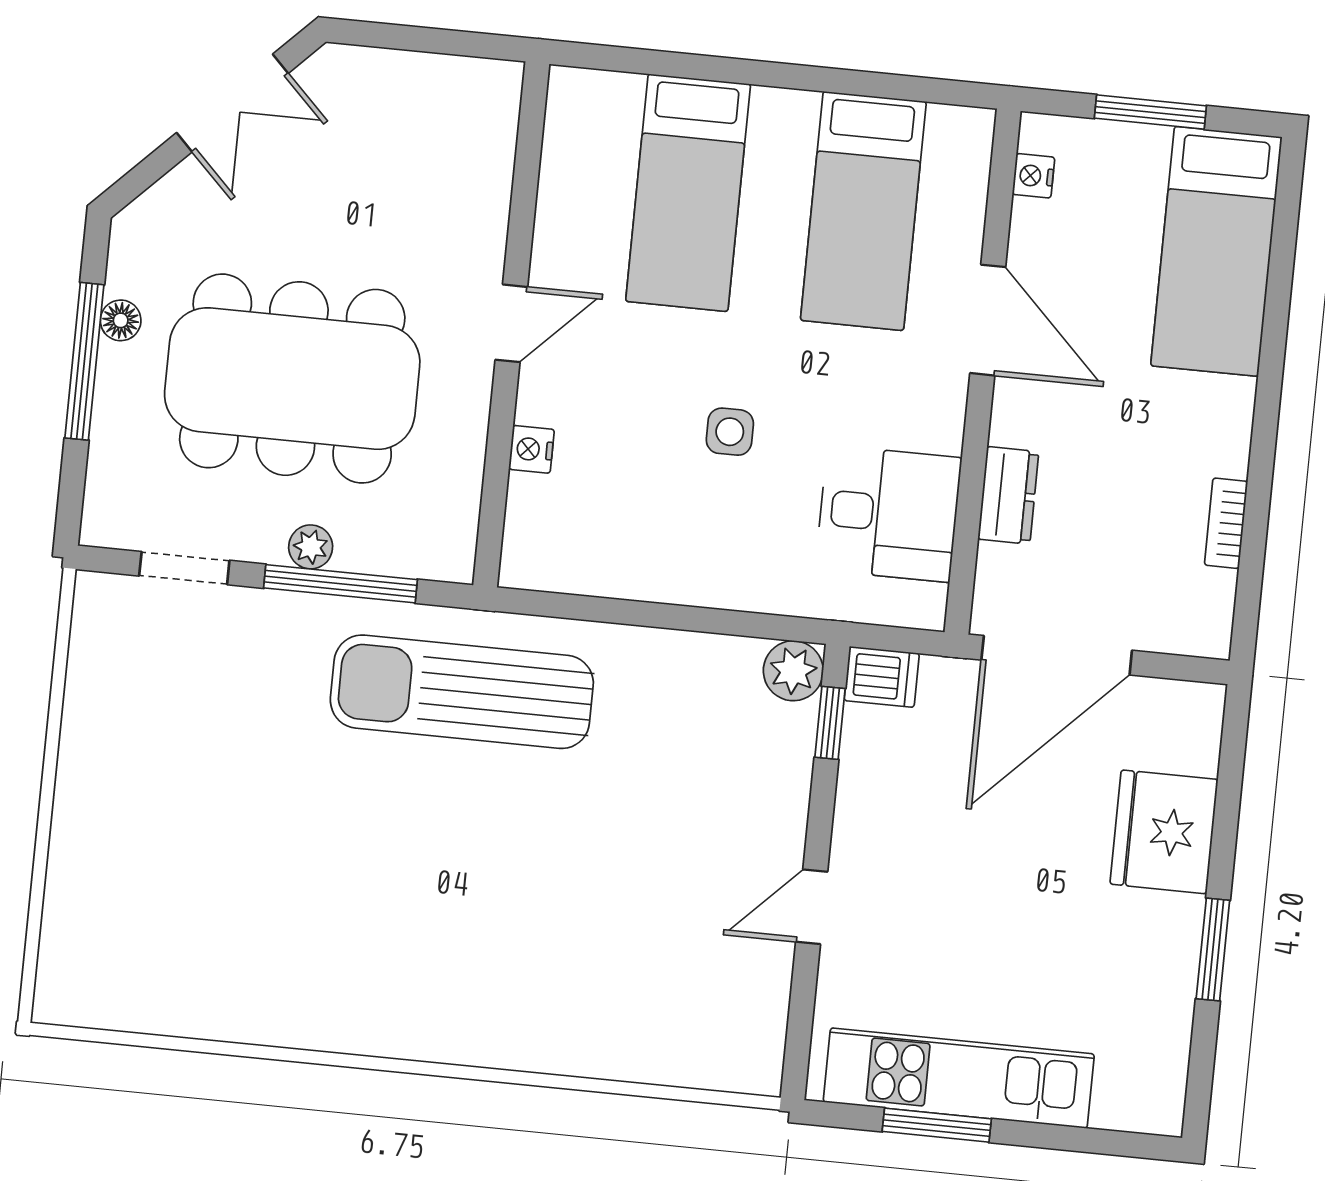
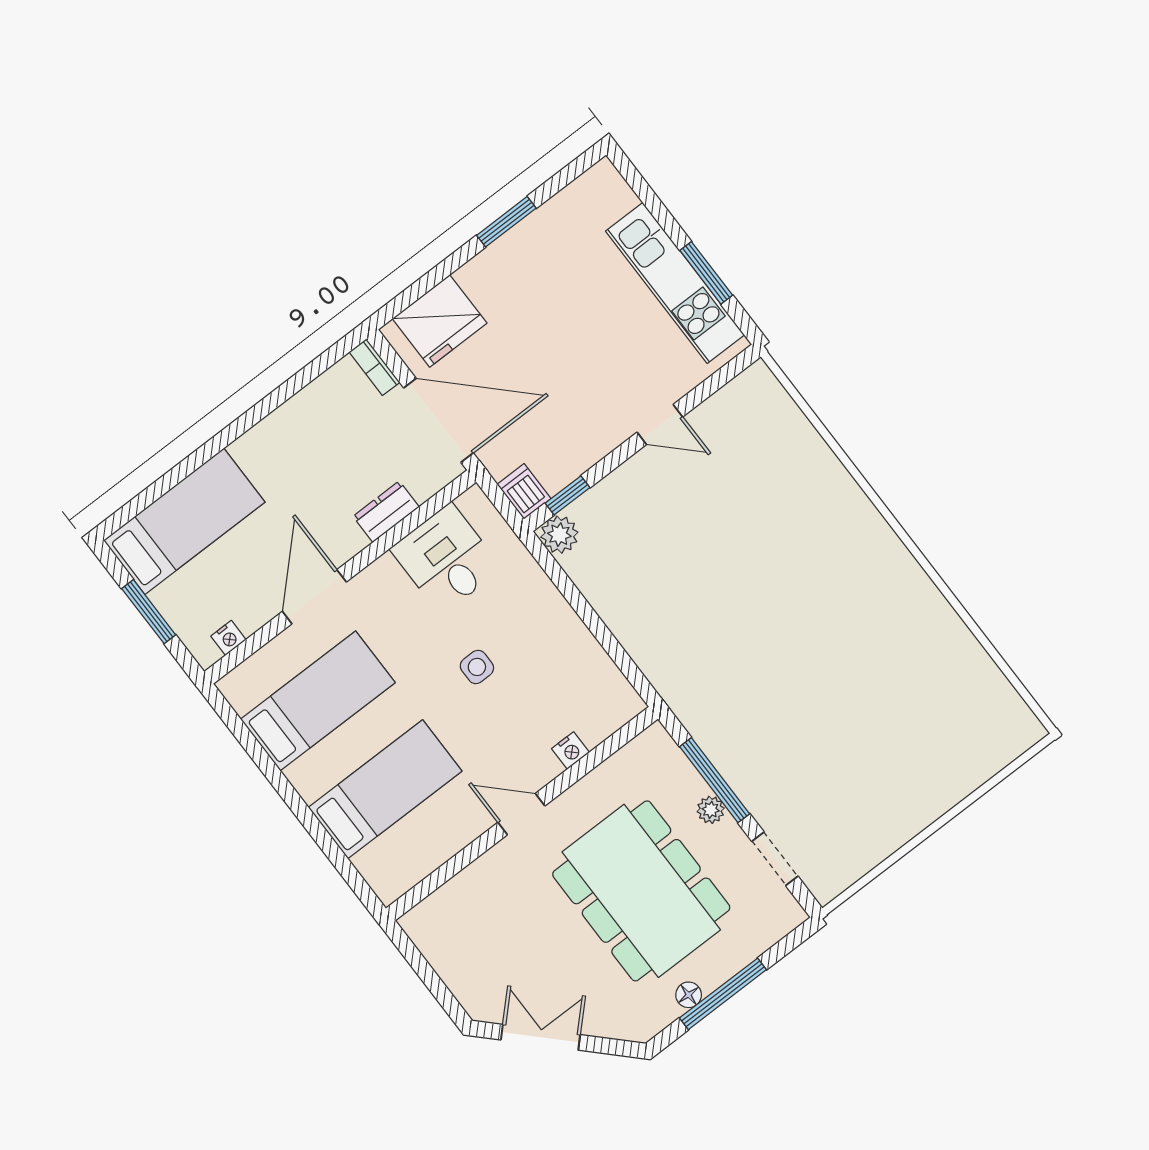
bookcase: (1226, 523) -> (374, 367), moved, turned 90
sun lounger: (462, 692) -> (712, 678), removed
fridge: (1164, 832) -> (440, 321), moved

